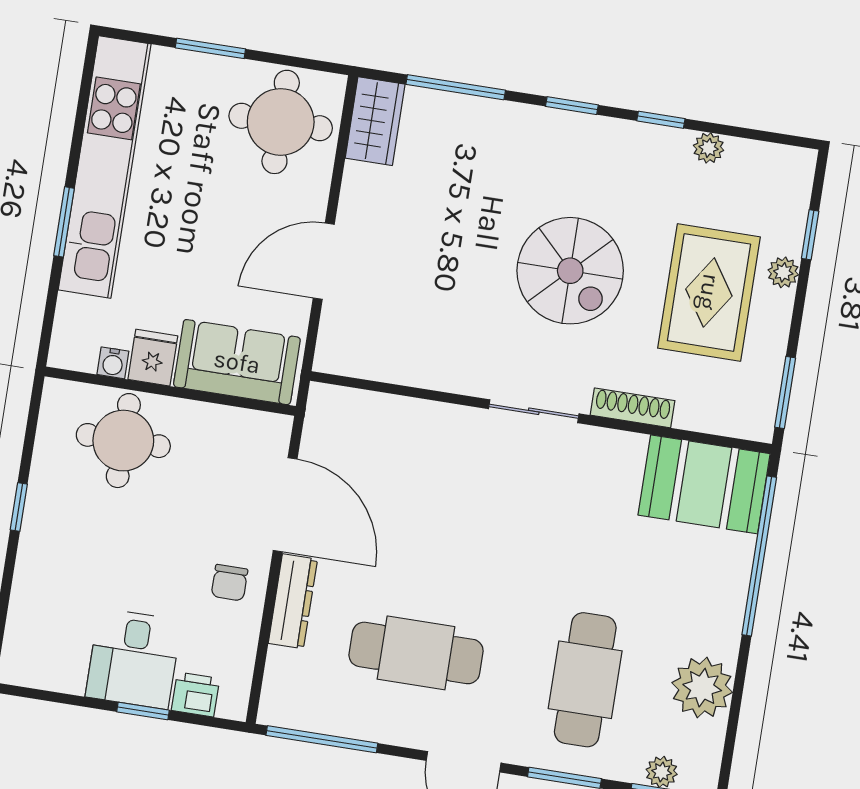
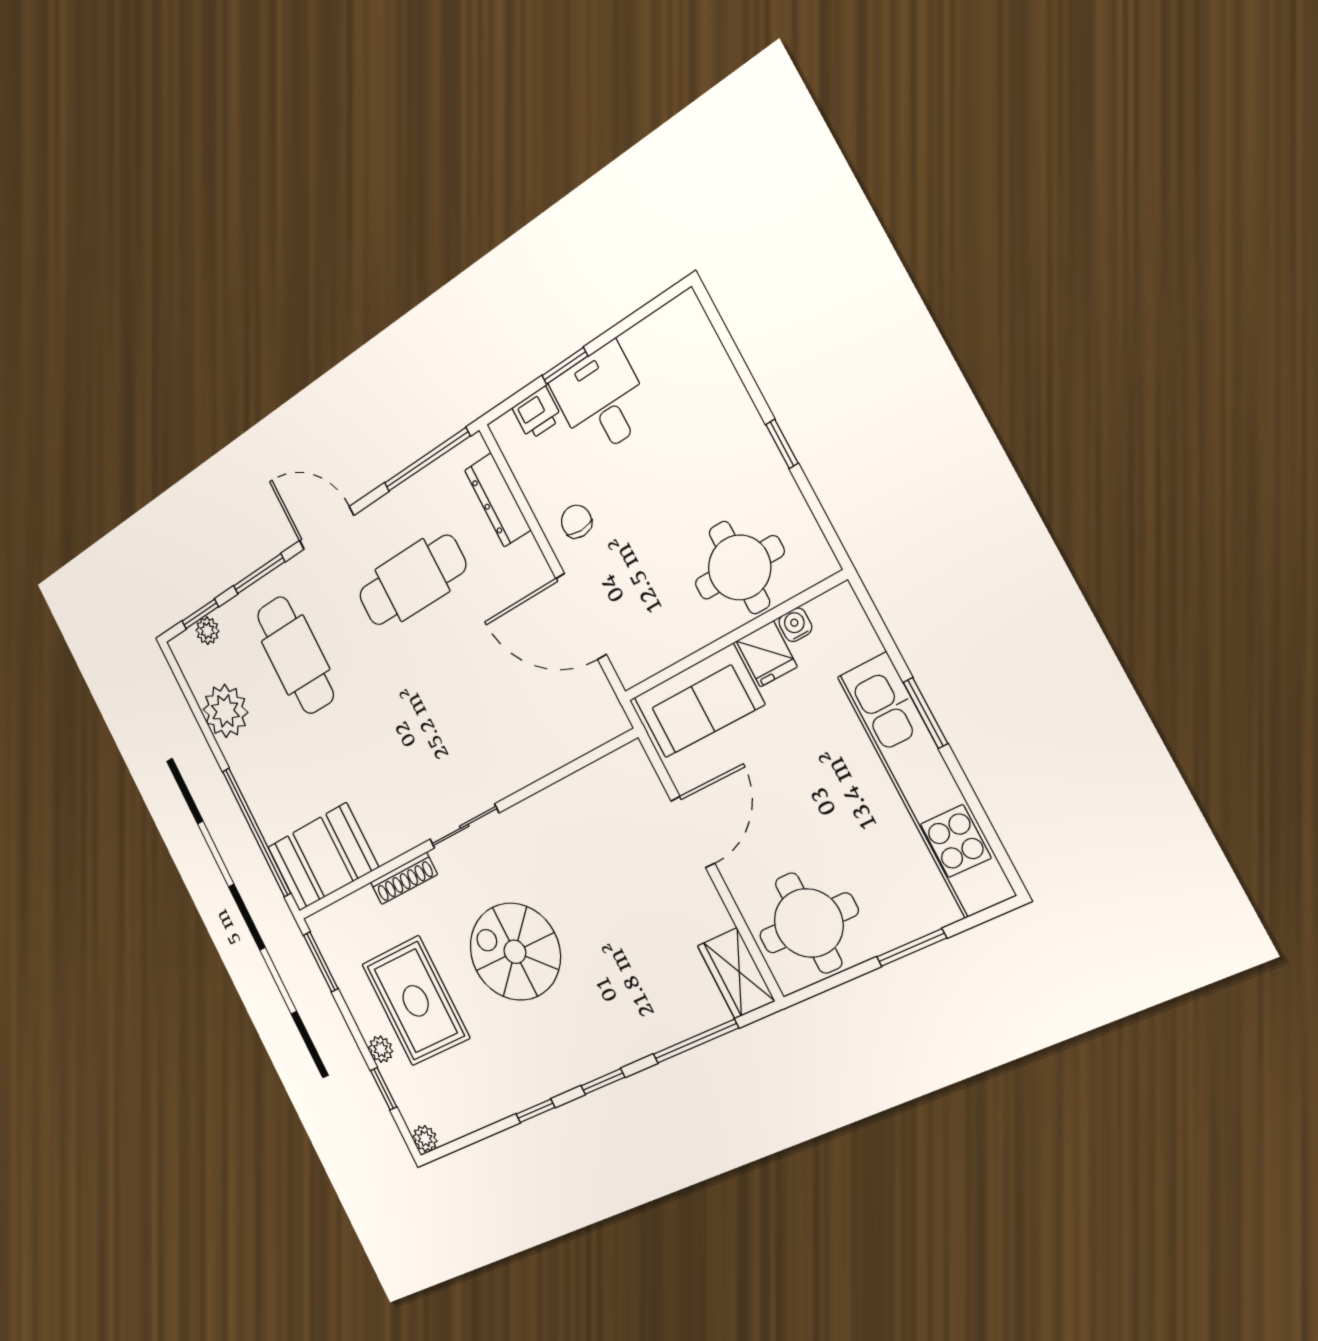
plant: (709, 148) -> (425, 1139), moved
dresser: (293, 601) -> (498, 500), moved

